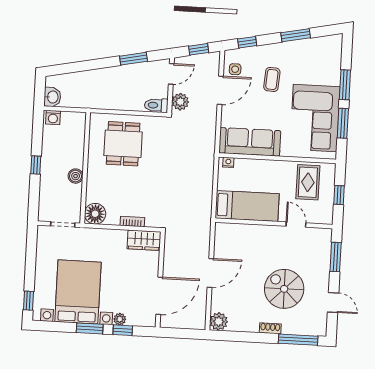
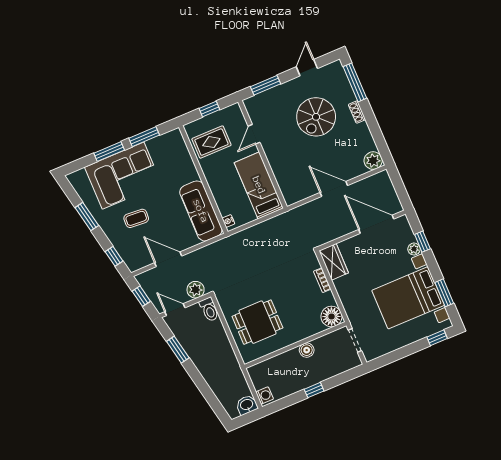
side table: (235, 69) -> (143, 255), removed
corner sofa: (315, 118) -> (123, 176), moved
window: (90, 328) -> (444, 293), moved

